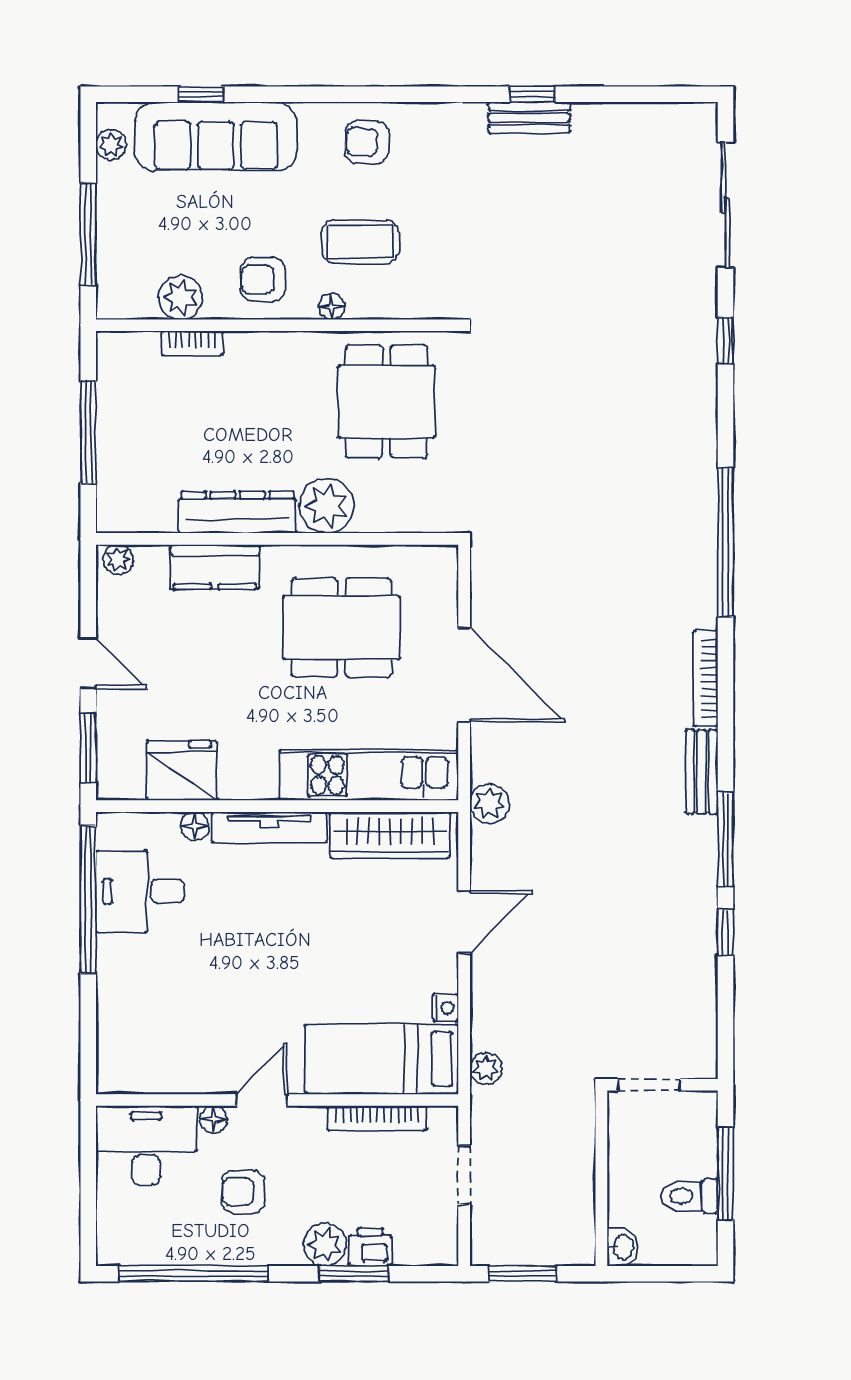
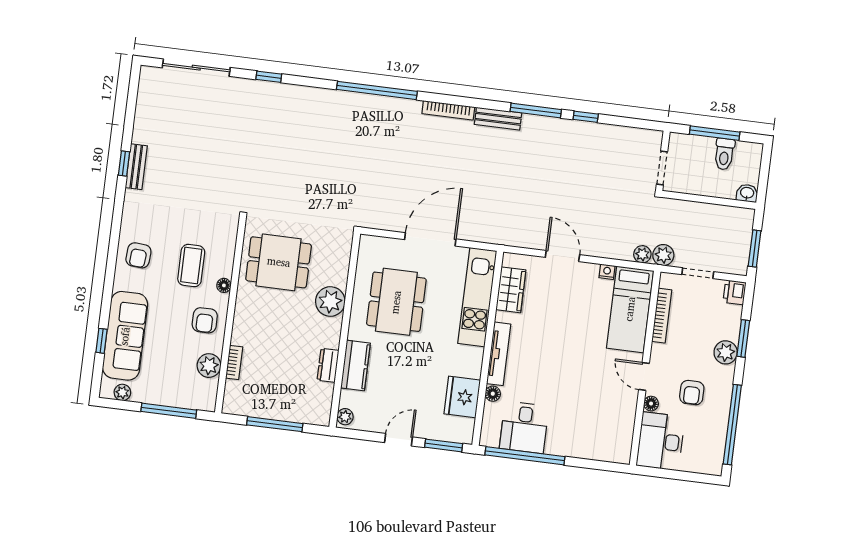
dresser: (237, 512) -> (328, 365), width x0.51, depth x0.80
plant: (489, 804) -> (663, 255), moved
wardrobe: (390, 835) -> (511, 290), width x0.67
printer: (370, 1247) -> (734, 292), moved

